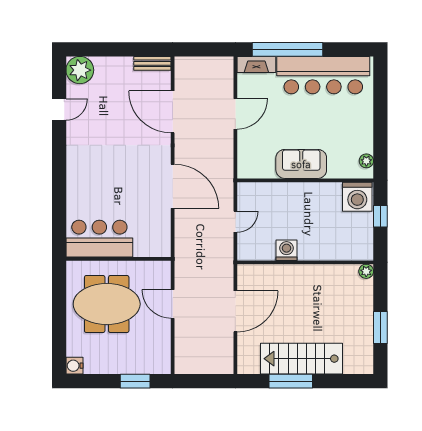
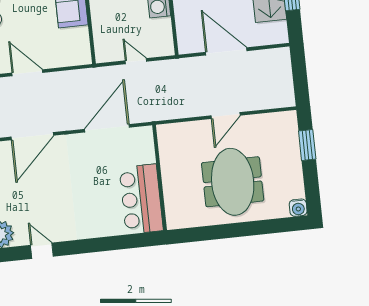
bar counter: (99, 239) -> (141, 199), moved
wall: (118, 259) -> (160, 178), moved

